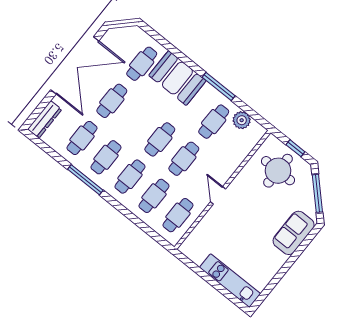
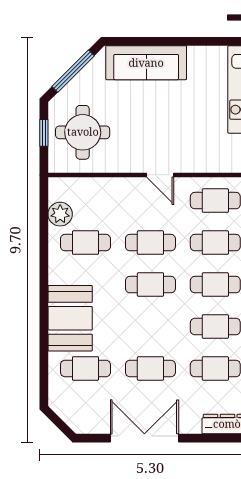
double door: (75, 65) -> (144, 438), width x0.73
window: (219, 86) -> (44, 267), removed
door: (218, 195) -> (160, 175), hinge flipped
sofa: (294, 233) -> (146, 63), width x1.36

